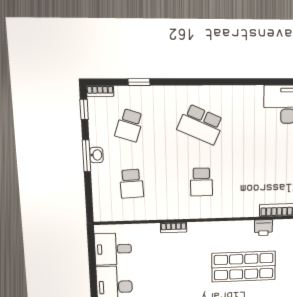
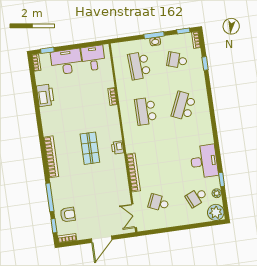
school desk: (201, 182) -> (146, 111), width x1.85
school desk: (131, 184) -> (139, 66), width x1.85
printer: (263, 228) -> (118, 148), moved
shop shelf: (244, 267) -> (90, 148), width x0.70, depth x0.74

